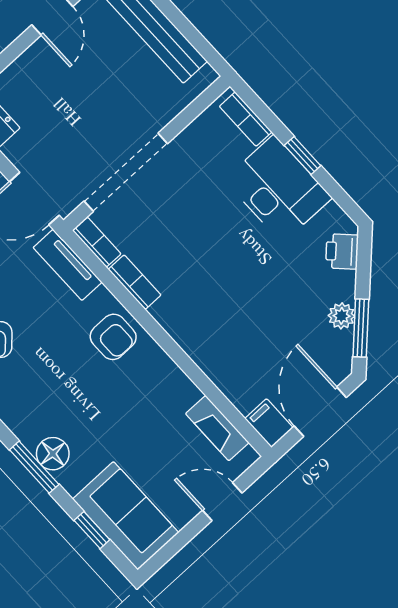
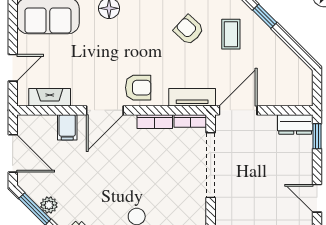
armchair: (113, 337) -> (138, 88), turned 180
door: (174, 351) -> (105, 110), added
filing cabinet: (269, 423) -> (67, 127), moved, turned 90

